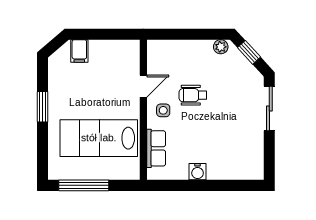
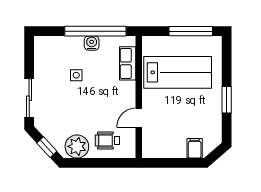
plant: (221, 47) -> (77, 146), width x1.88, depth x1.88
wheelchair: (193, 95) -> (107, 140), moved, turned 180
side table: (163, 110) -> (76, 75), moved
window: (193, 185) -> (95, 31), added

